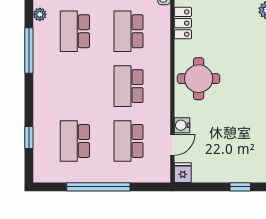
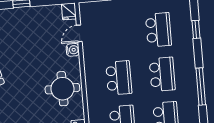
window: (29, 50) -> (201, 87), moved
school desk: (129, 141) -> (162, 74), moved

